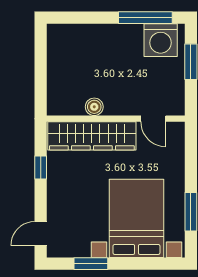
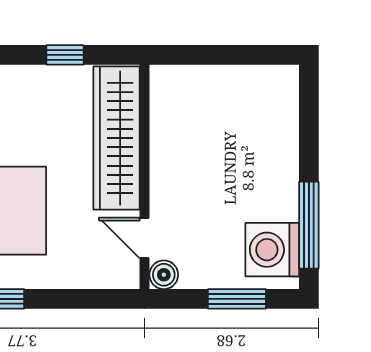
boiler: (94, 107) -> (164, 275), moved
door: (153, 119) -> (145, 238), hinge flipped

